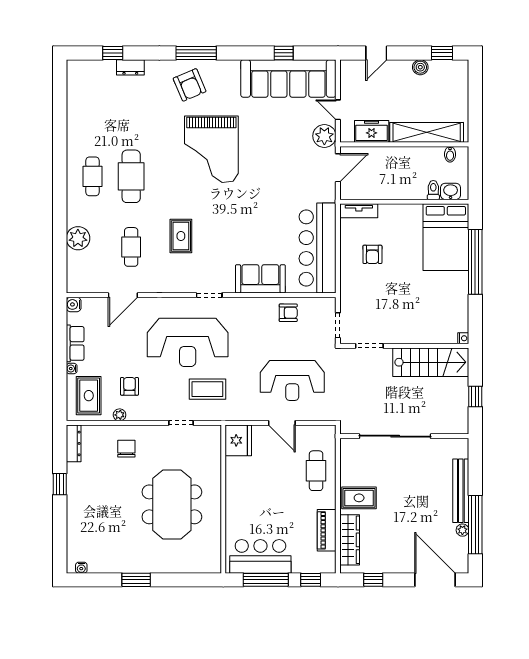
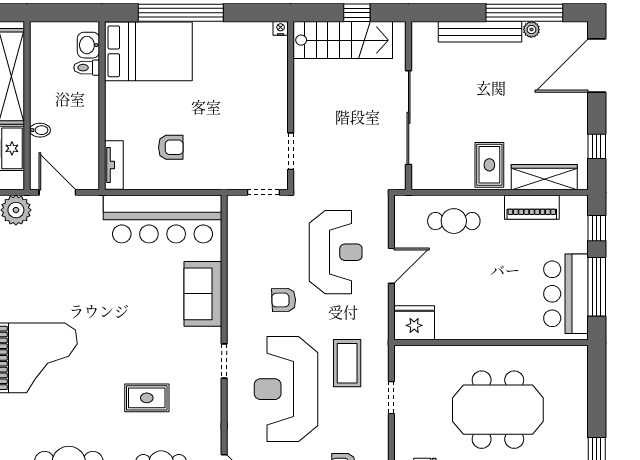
bidet: (450, 154) -> (40, 130), moved
armchair: (288, 313) -> (284, 300), moved, turned -92
reception desk: (188, 342) -> (286, 389), turned 180
stairs: (431, 362) -> (343, 40), moved, turned 90

